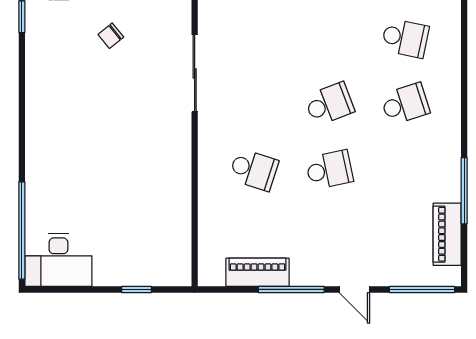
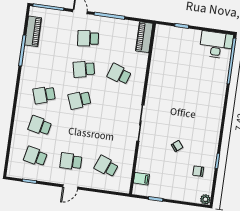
school desk: (329, 236) -> (88, 38), added
piano: (258, 272) -> (144, 37), moved, turned 90

